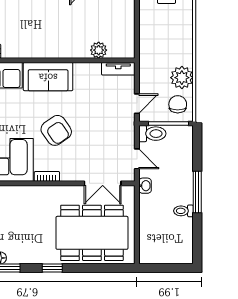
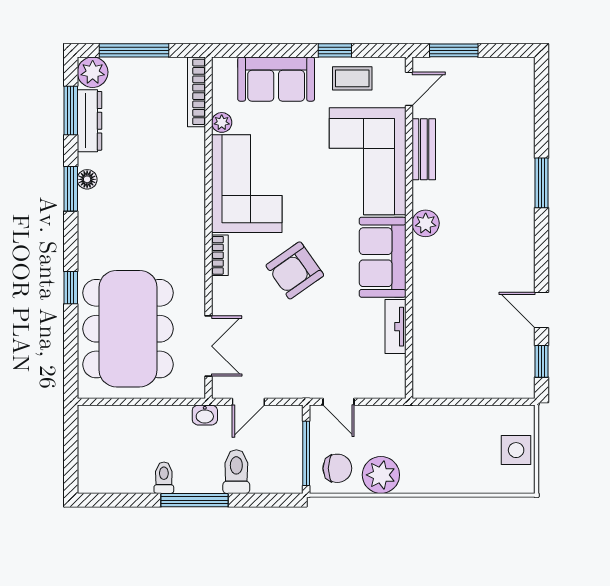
plant: (99, 50) -> (426, 223), moved
tv unit: (118, 69) -> (395, 327), moved
toilet: (152, 134) -> (236, 472), moved, turned 180
double door: (103, 183) -> (209, 346), swing flipped
window: (52, 268) -> (71, 288), moved

